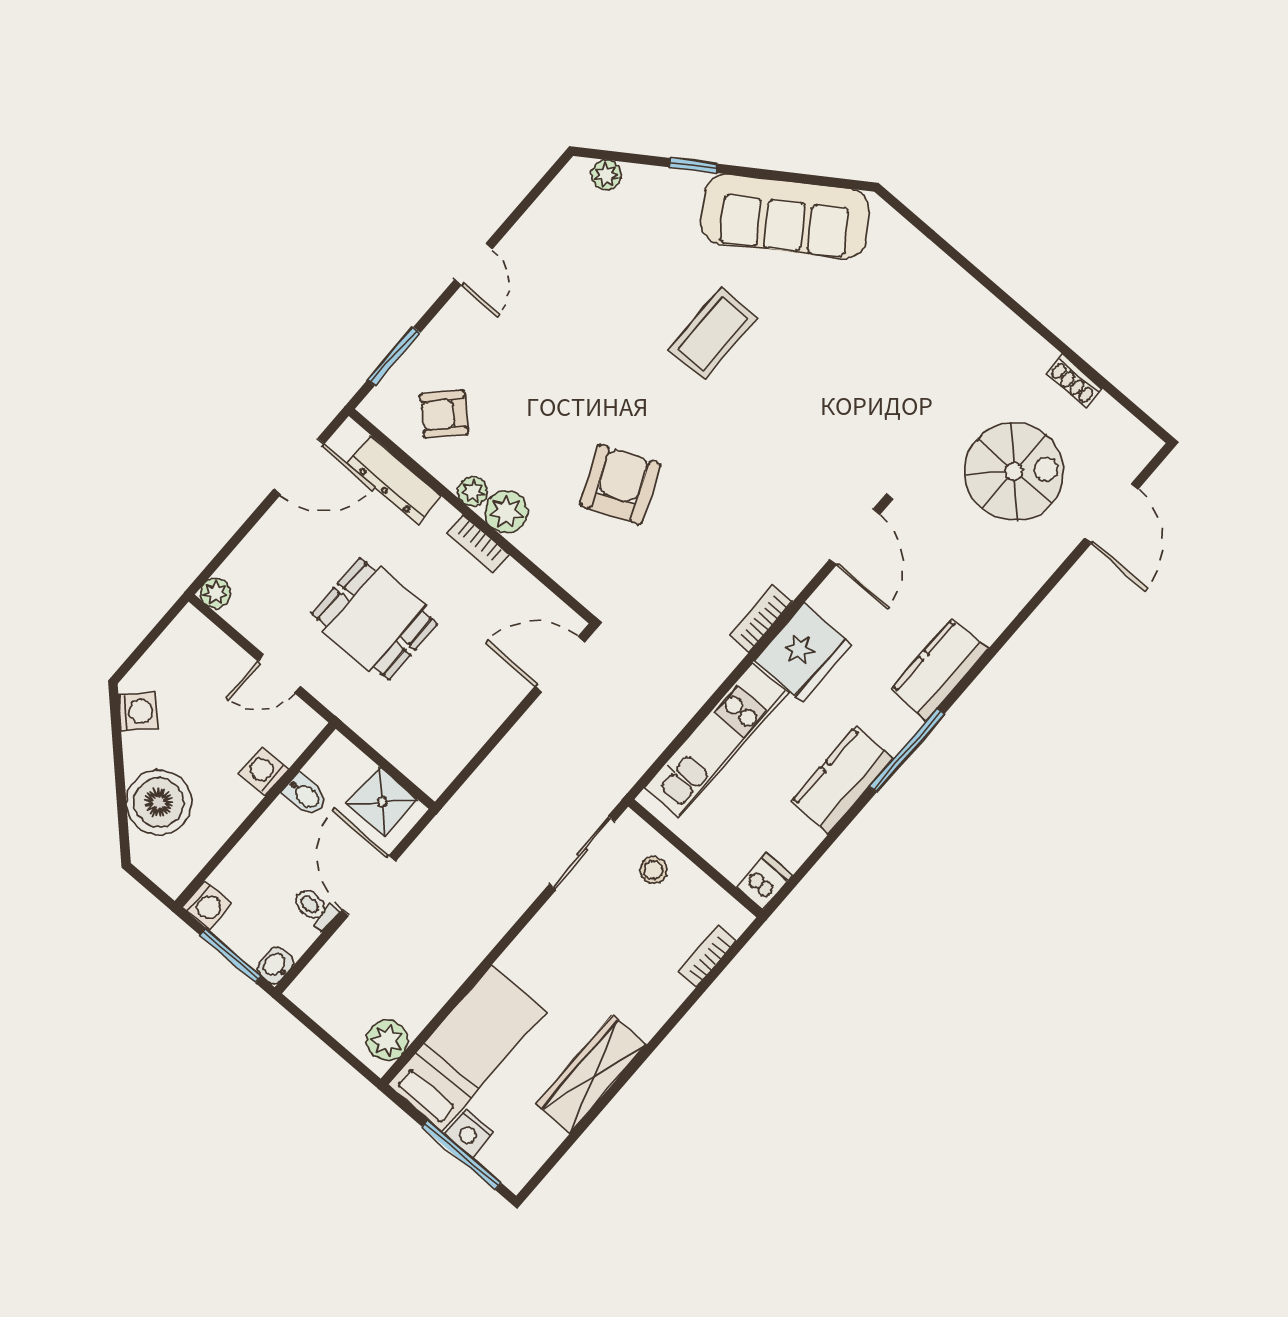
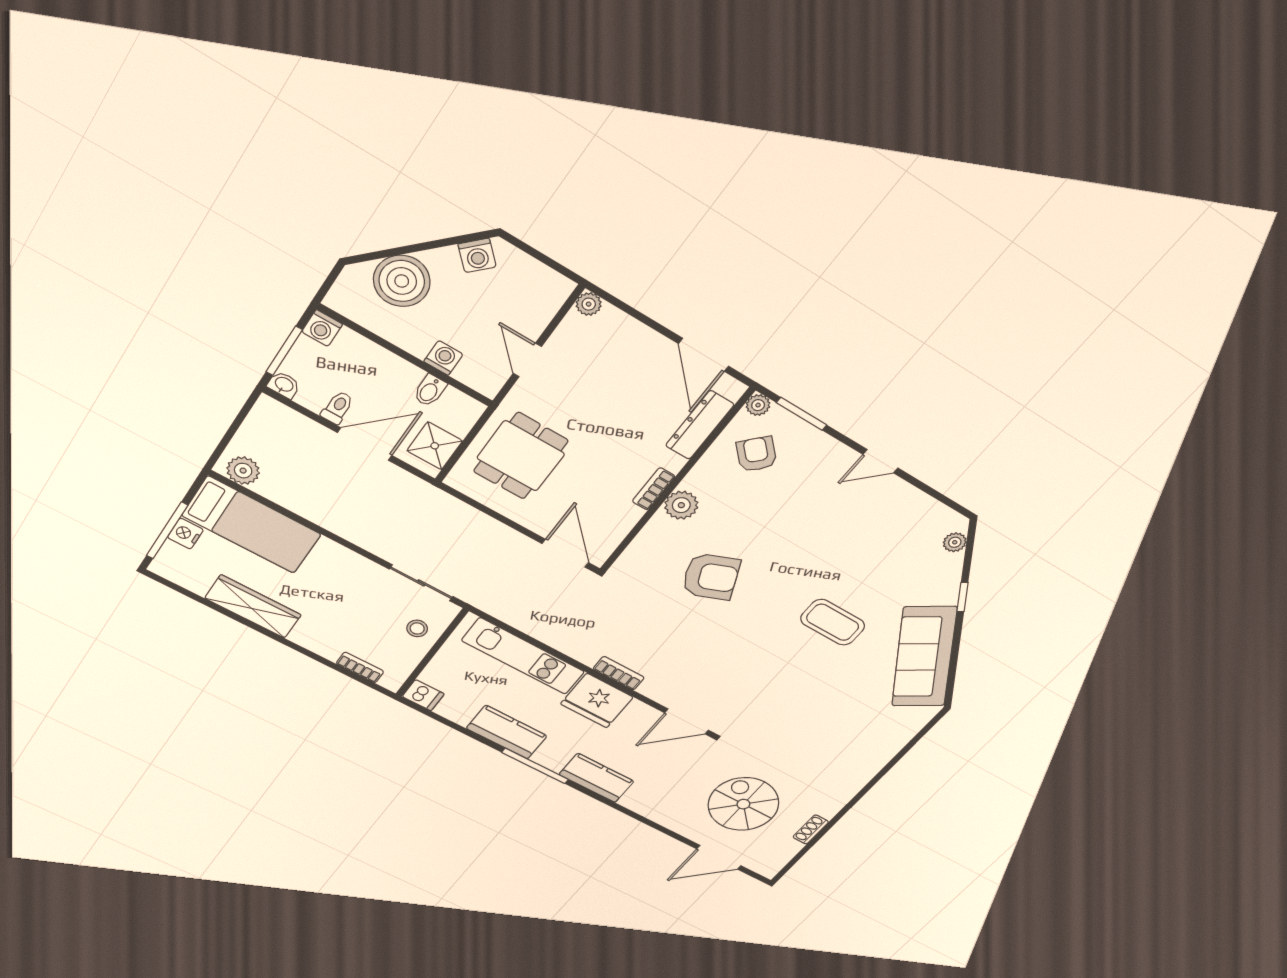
spiral stairs: (1014, 472) -> (743, 804), turned 180
plant: (473, 492) -> (758, 405), moved
dining table: (374, 619) -> (521, 456), moved

